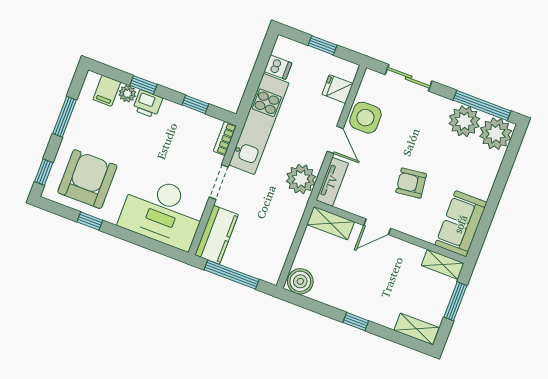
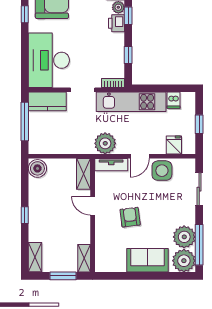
sofa: (461, 224) -> (147, 260), moved

